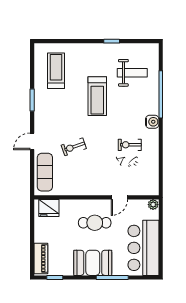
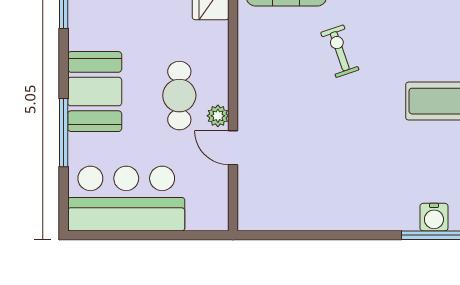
water cooler: (152, 122) -> (434, 217), moved
exercise bike: (130, 145) -> (344, 170), removed
plant: (153, 205) -> (218, 116), moved

